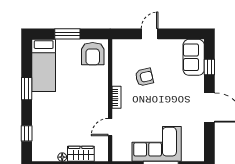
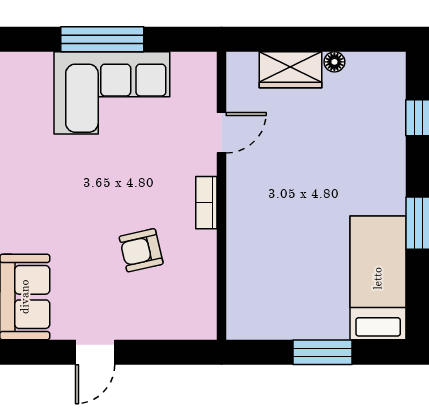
door: (150, 34) -> (95, 352), moved
armchair: (93, 54) -> (263, 305), removed

